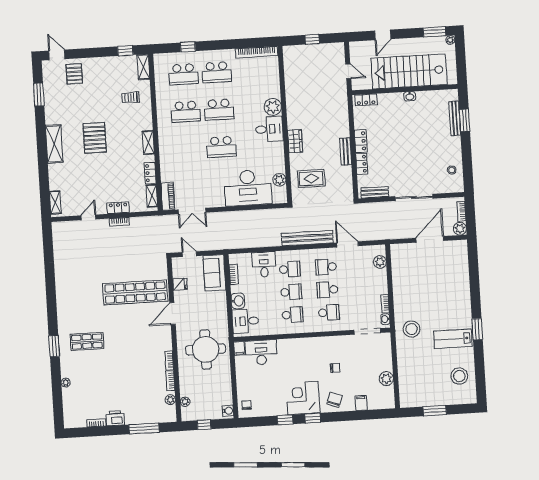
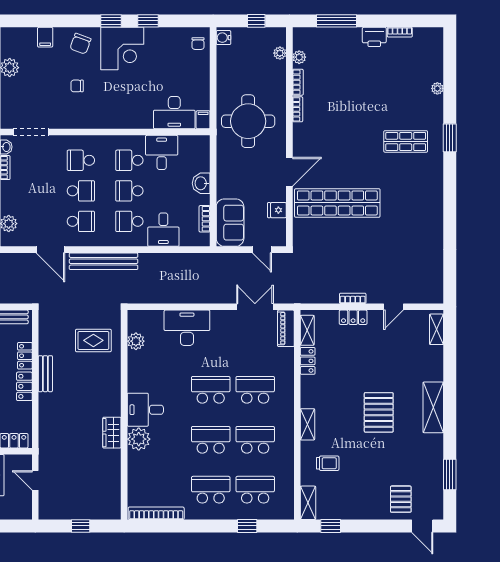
wardrobe: (295, 141) -> (112, 433), moved
shelving: (148, 142) -> (308, 424), moved
school desk: (188, 149) -> (255, 390), added
desk: (248, 188) -> (187, 328), width x0.73, depth x0.77
desk: (245, 321) -> (162, 152), moved, turned -90

